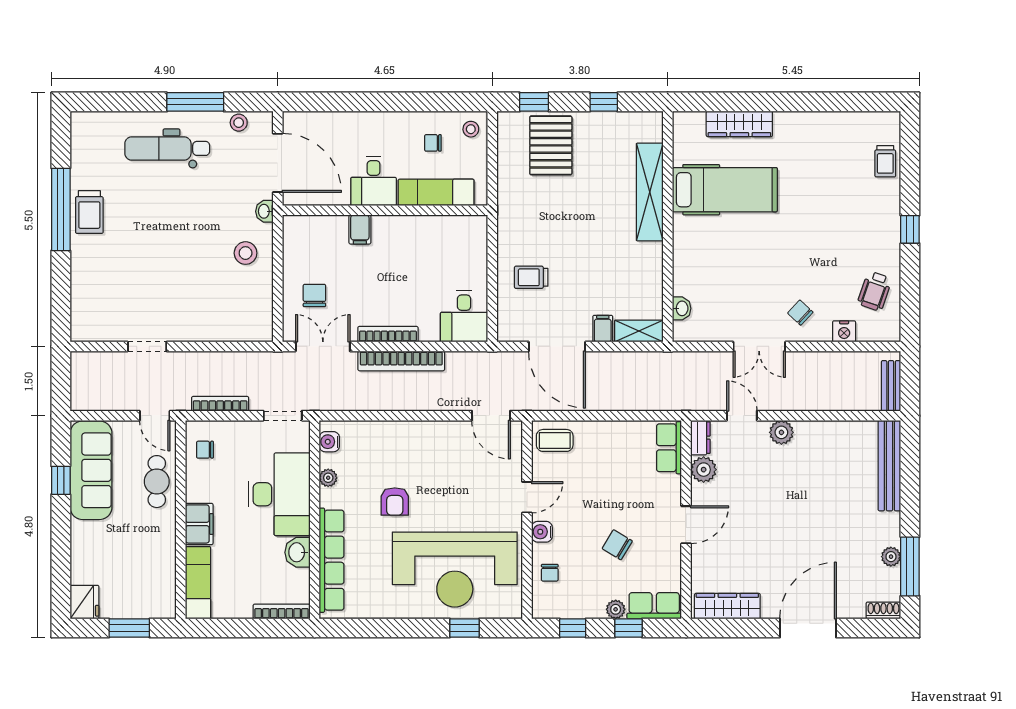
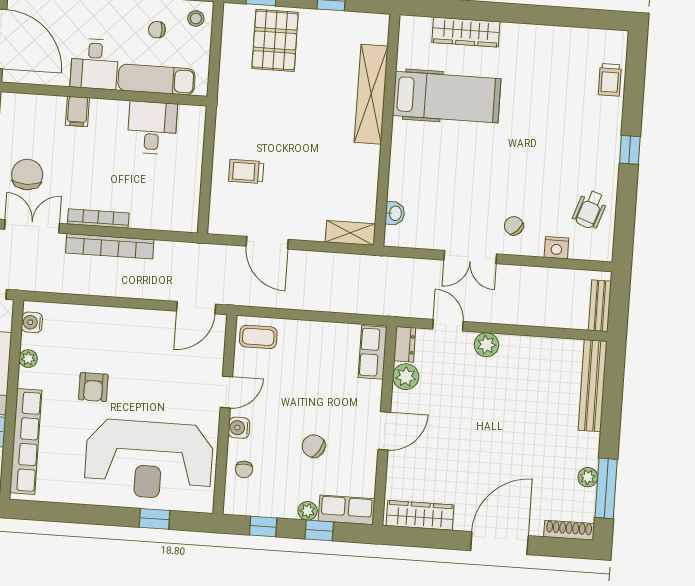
chair: (314, 296) -> (27, 175), width x1.37, depth x1.37
desk: (464, 316) -> (152, 128), moved, turned 180
filing cabinet: (603, 329) -> (314, 228), removed
door: (557, 346) -> (267, 243), width x0.73
door: (491, 416) -> (196, 308), hinge flipped
shoe rack: (883, 610) -> (569, 530), width x1.43

